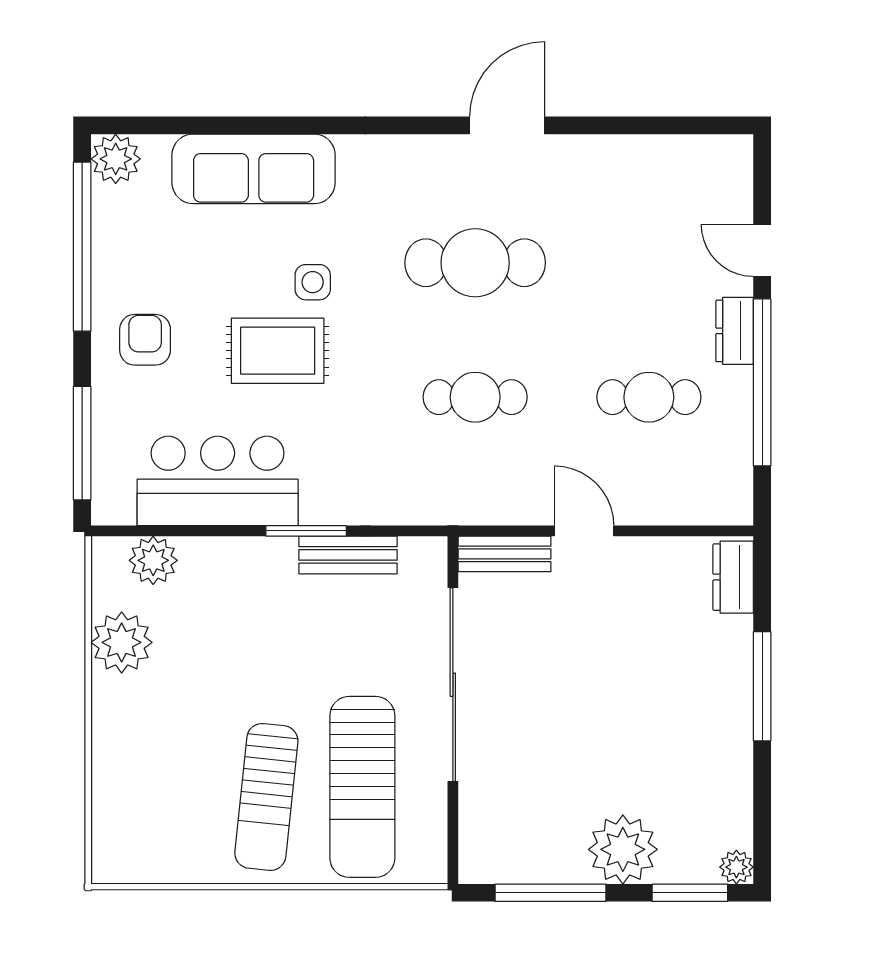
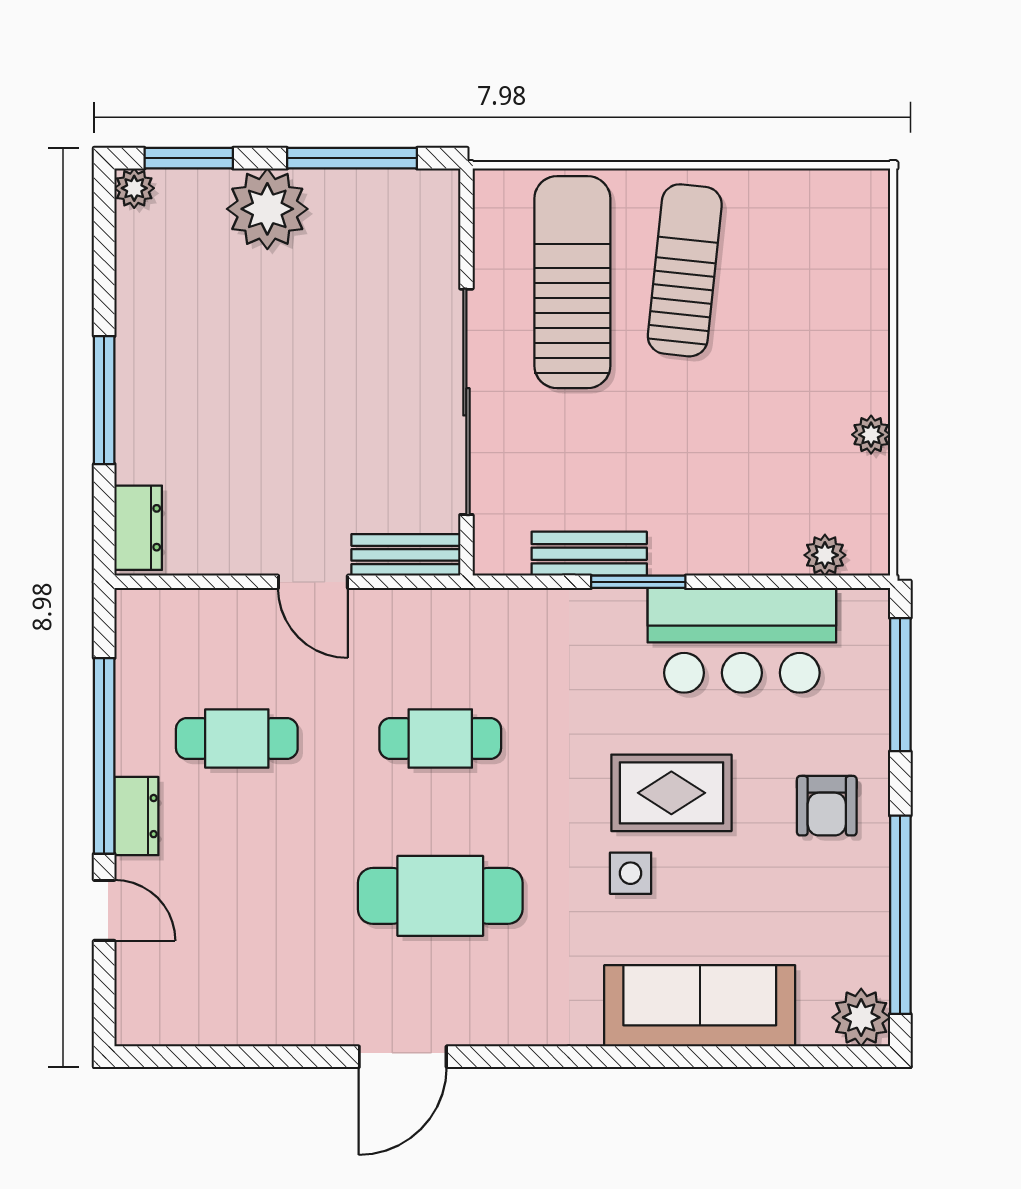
plant: (153, 560) -> (825, 555), width x0.73, depth x0.73
plant: (122, 642) -> (871, 435), width x0.53, depth x0.53

